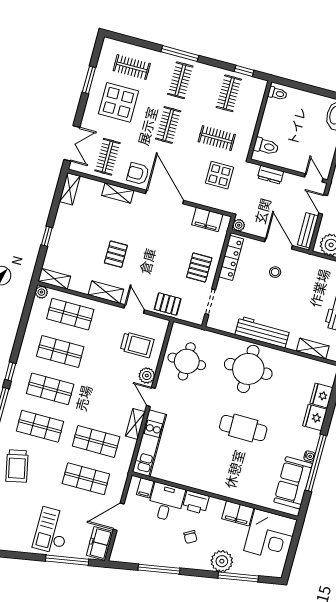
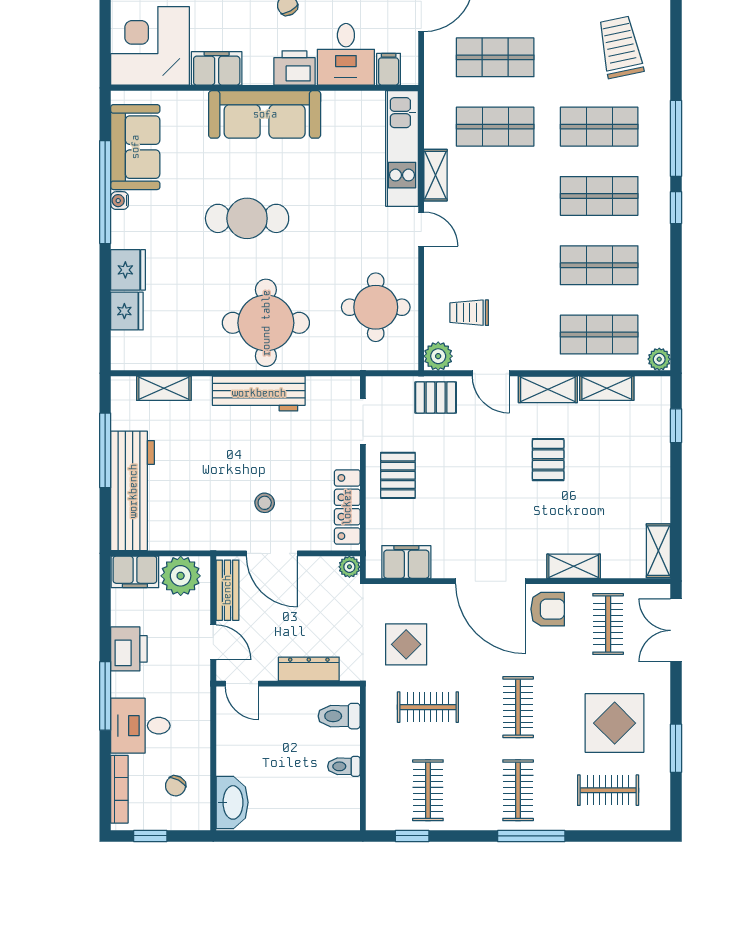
toilet: (277, 93) -> (344, 766), moved
dresser: (270, 175) -> (309, 669), width x1.44
window: (47, 236) -> (676, 426), moved
shelving: (54, 279) -> (607, 388), moved
trolley: (137, 345) -> (469, 313), width x0.73, depth x0.72
plant: (147, 376) -> (438, 356), moved
sofa: (219, 482) -> (265, 114), added

